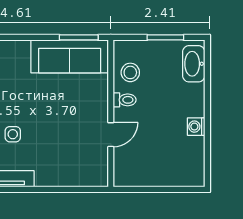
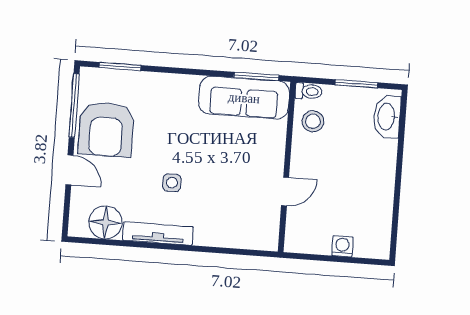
toilet: (125, 100) -> (309, 91), moved
washing machine: (196, 127) -> (342, 246), moved, turned 90

